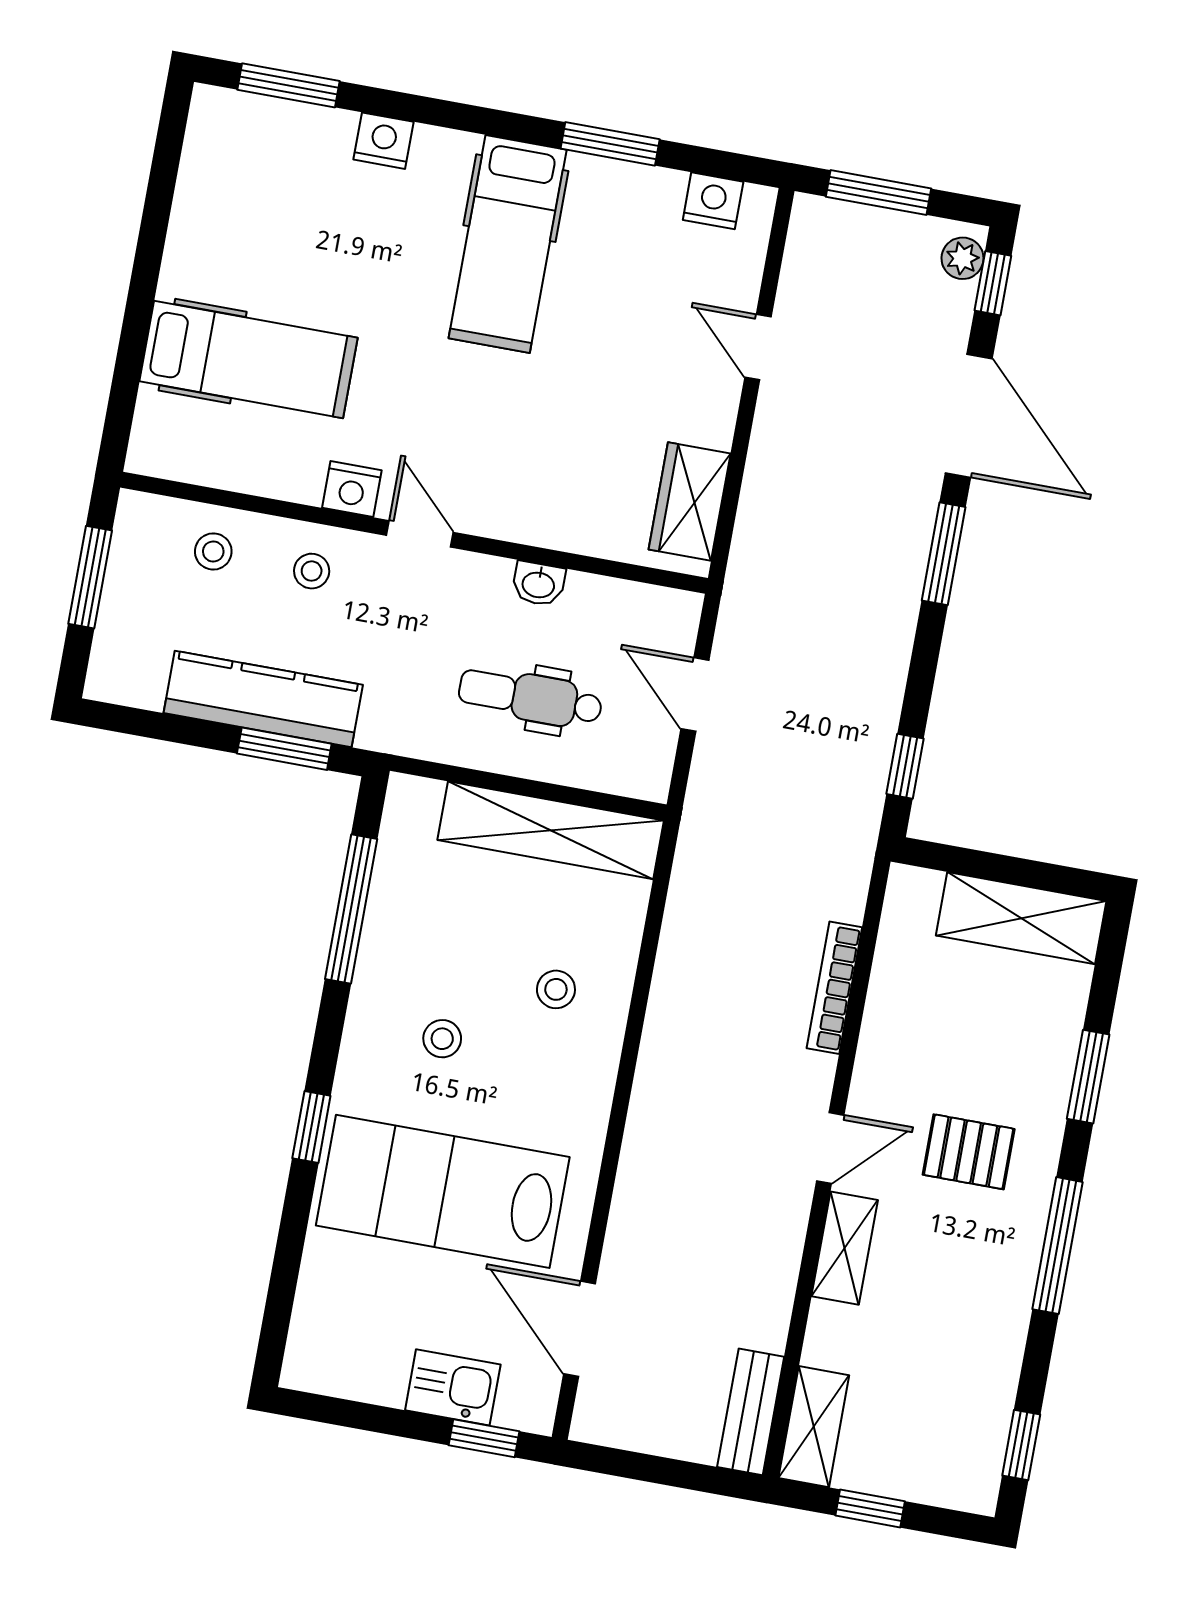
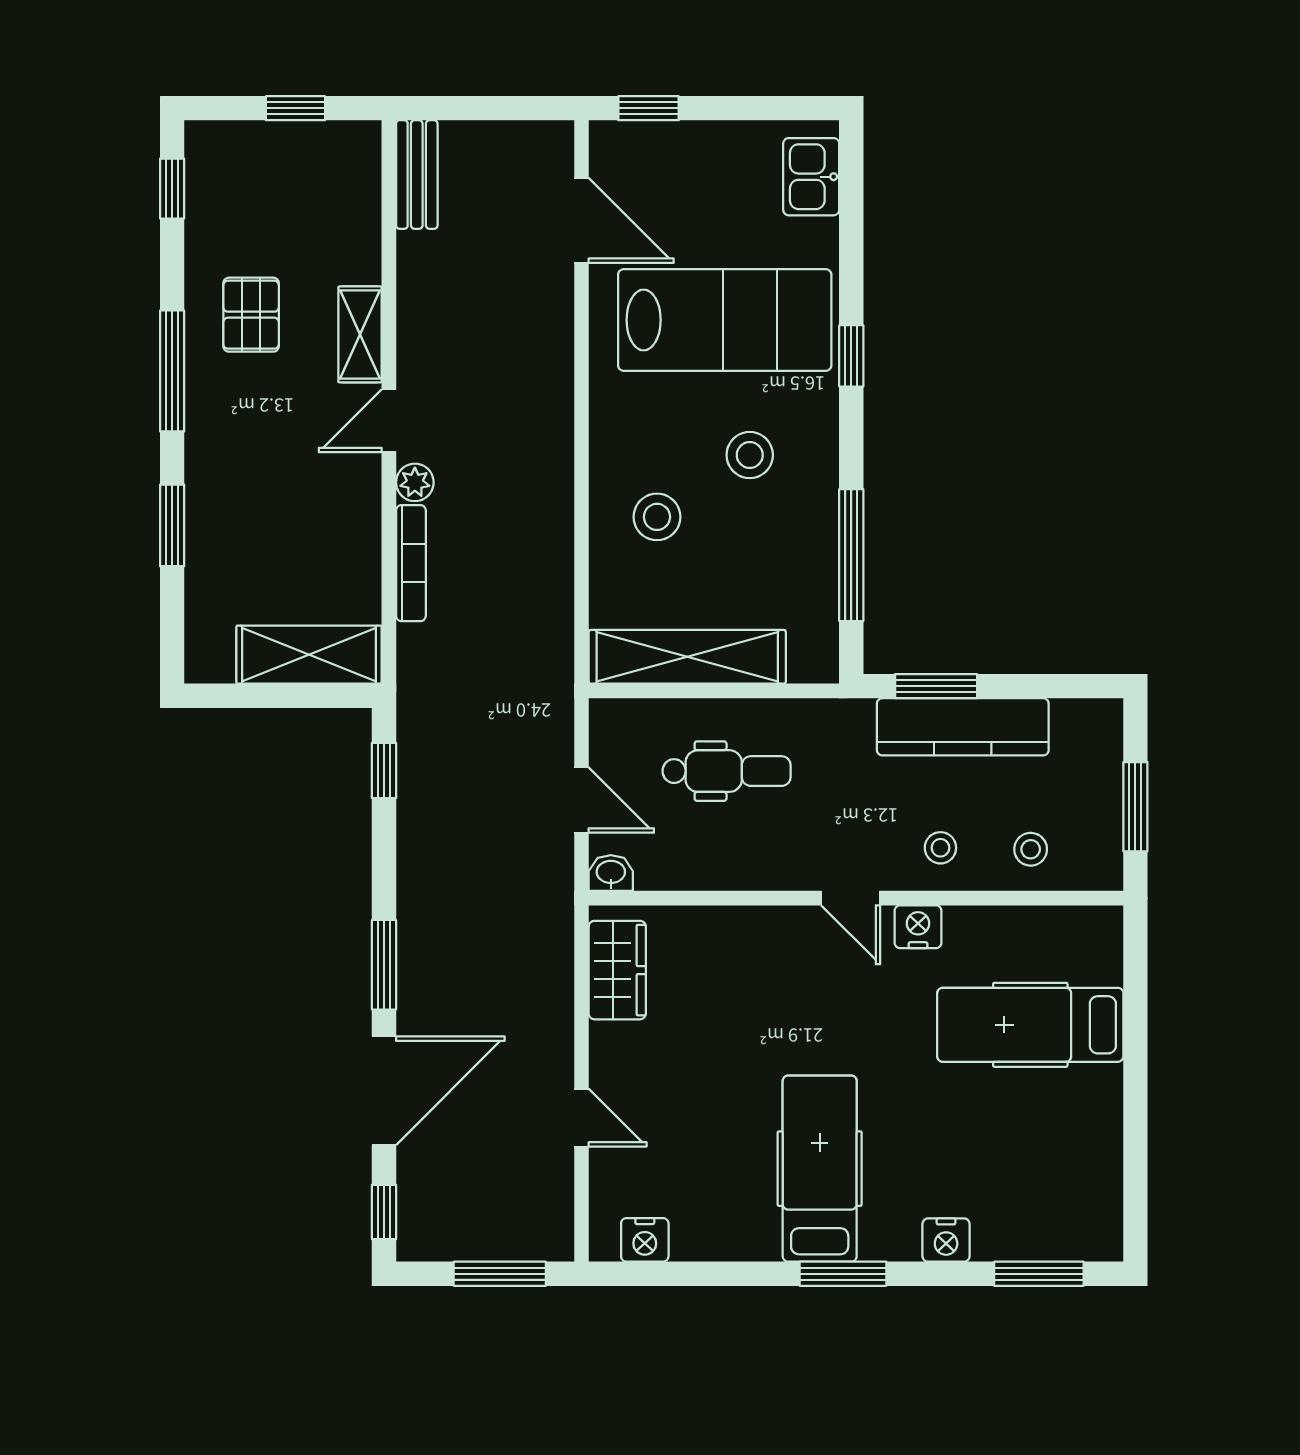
window: (610, 144) -> (843, 1274), moved
plant: (963, 258) -> (415, 482), moved
door: (969, 416) -> (384, 1091), swing flipped
washbasin: (538, 584) -> (611, 873), moved
shelving: (1021, 918) -> (309, 655), moved
stool: (556, 989) -> (657, 517), width x1.37, depth x1.37
stool: (442, 1039) -> (750, 455), width x1.37, depth x1.37
pallet: (969, 1152) -> (251, 315), moved, turned 90
kitchen sink: (453, 1387) -> (811, 177), moved, turned 90
shelving: (814, 1427) -> (359, 171), removed

